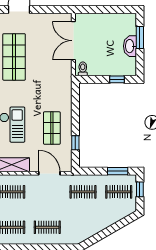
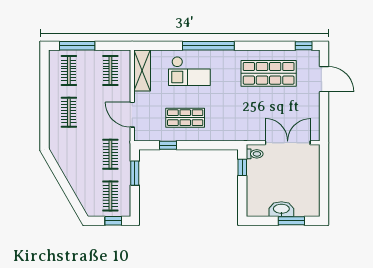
window: (117, 79) -> (242, 167), moved
window: (118, 171) -> (135, 173), moved
door: (49, 173) -> (132, 115), swing flipped

